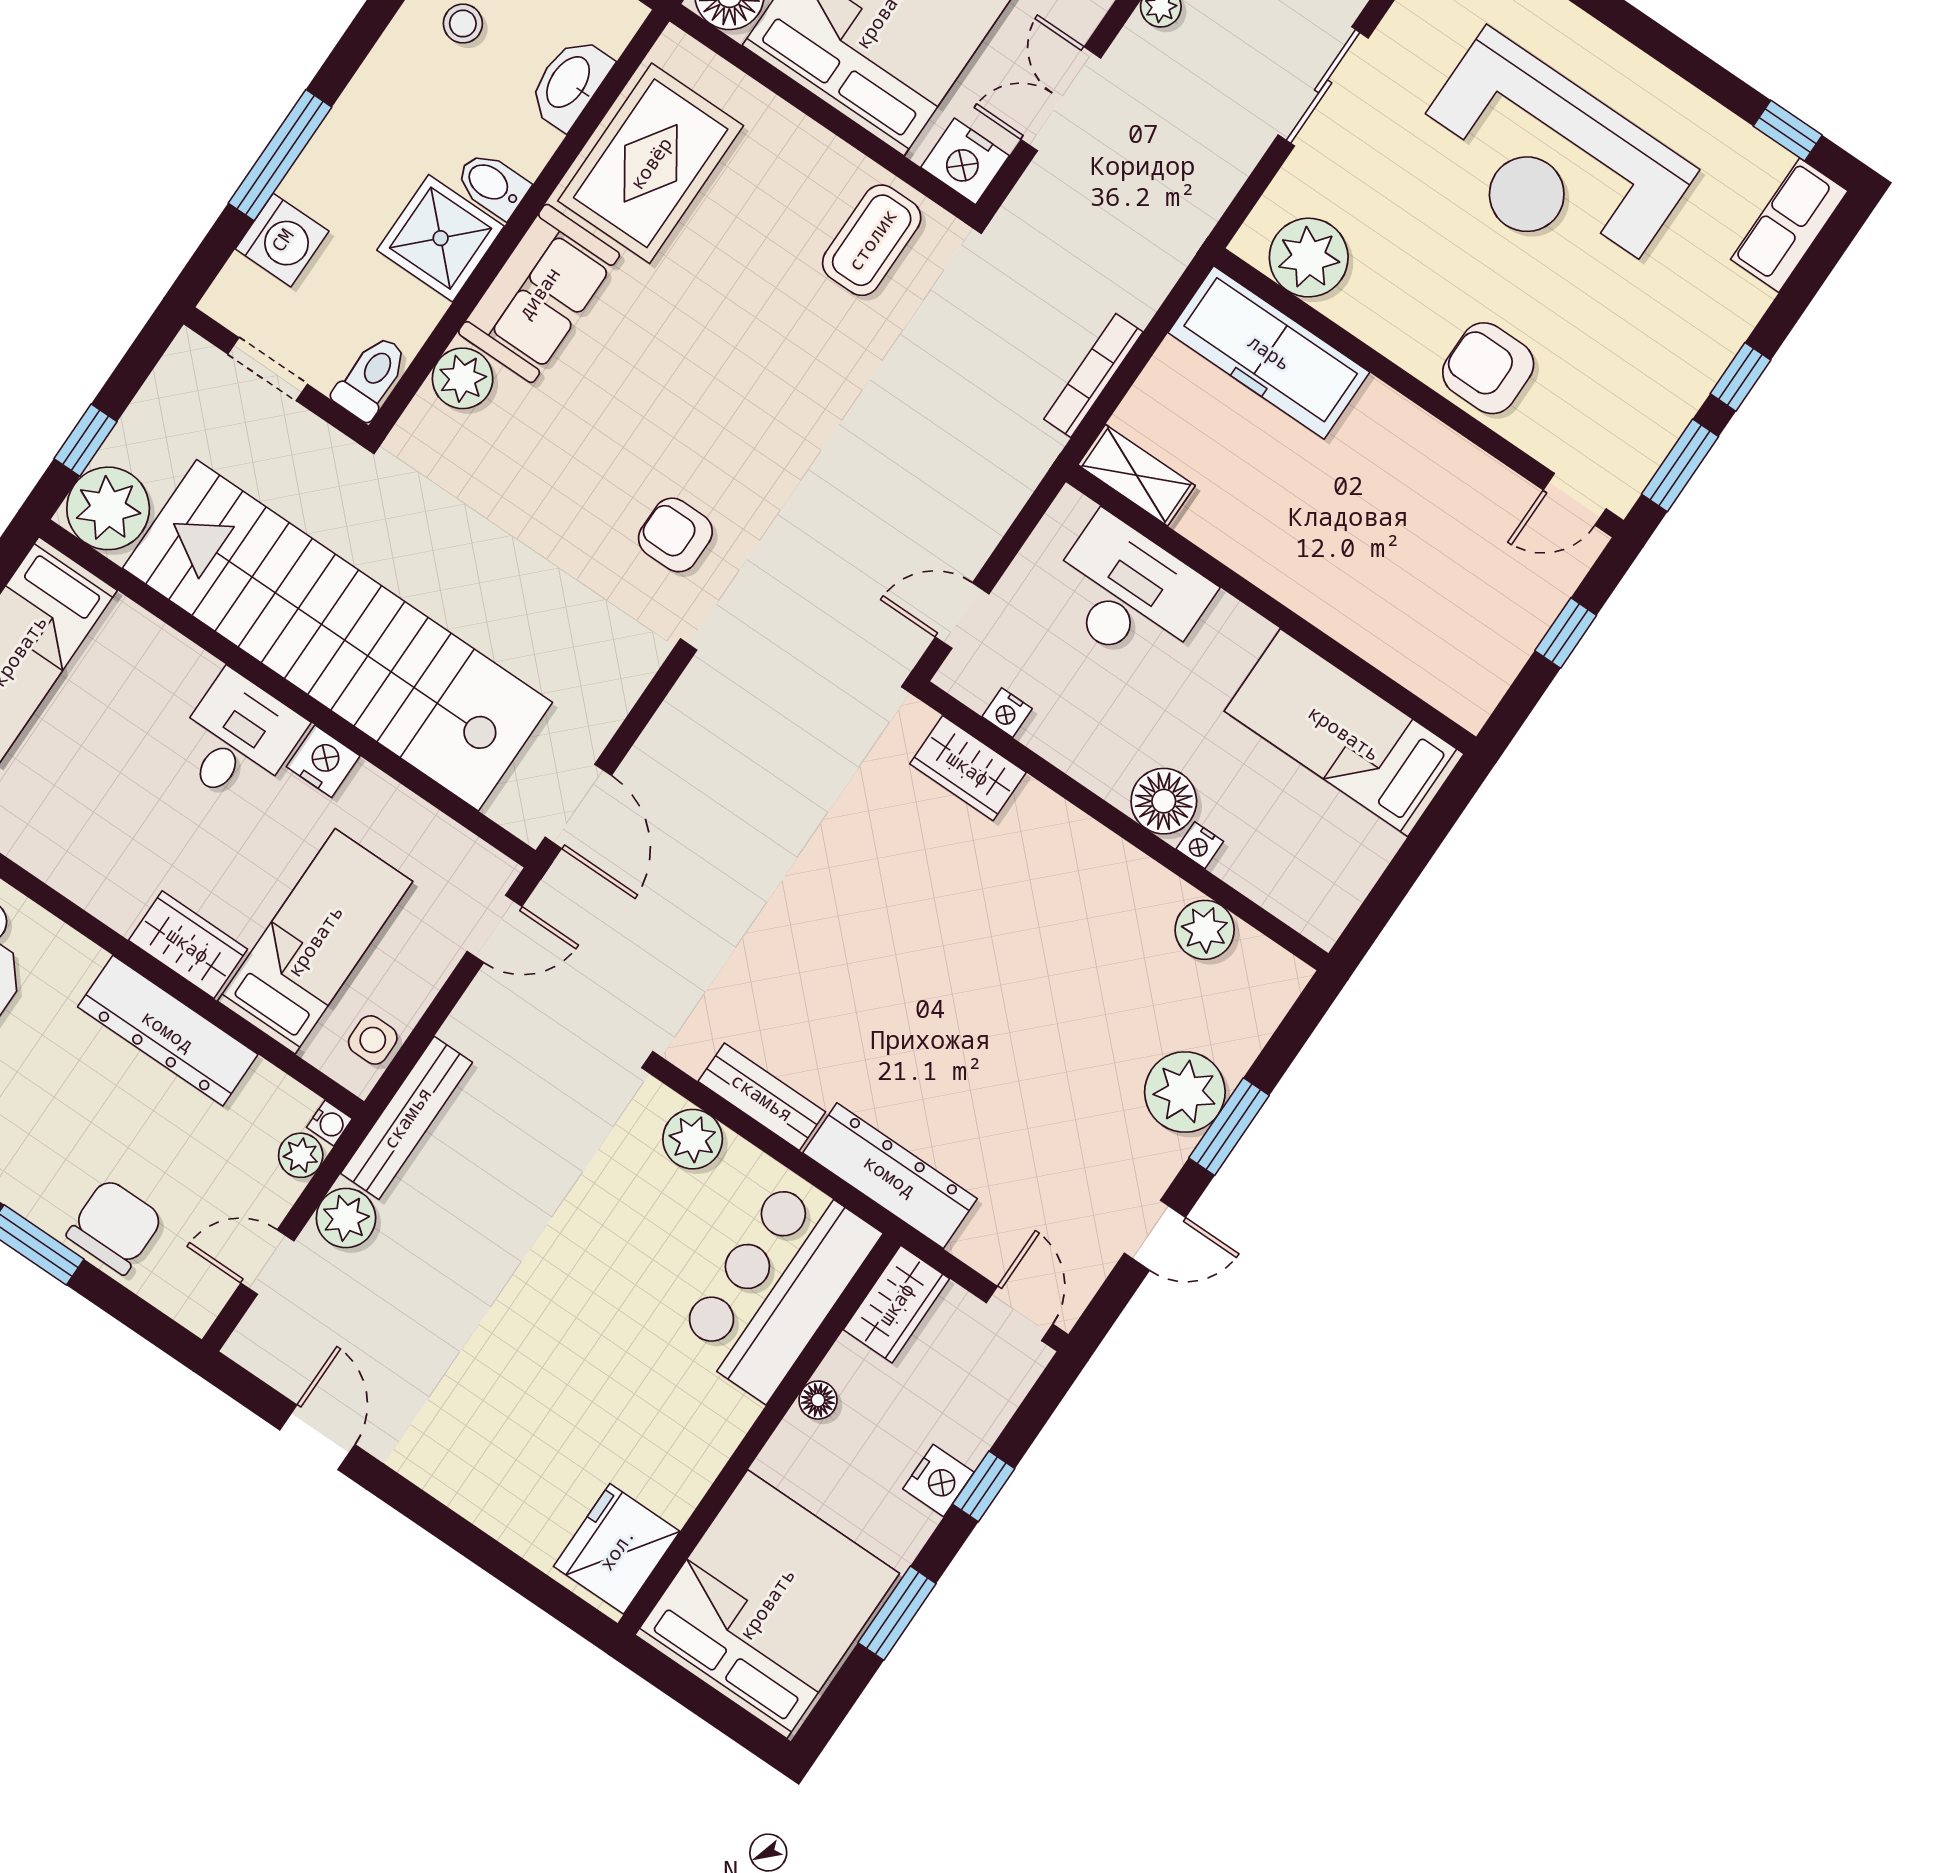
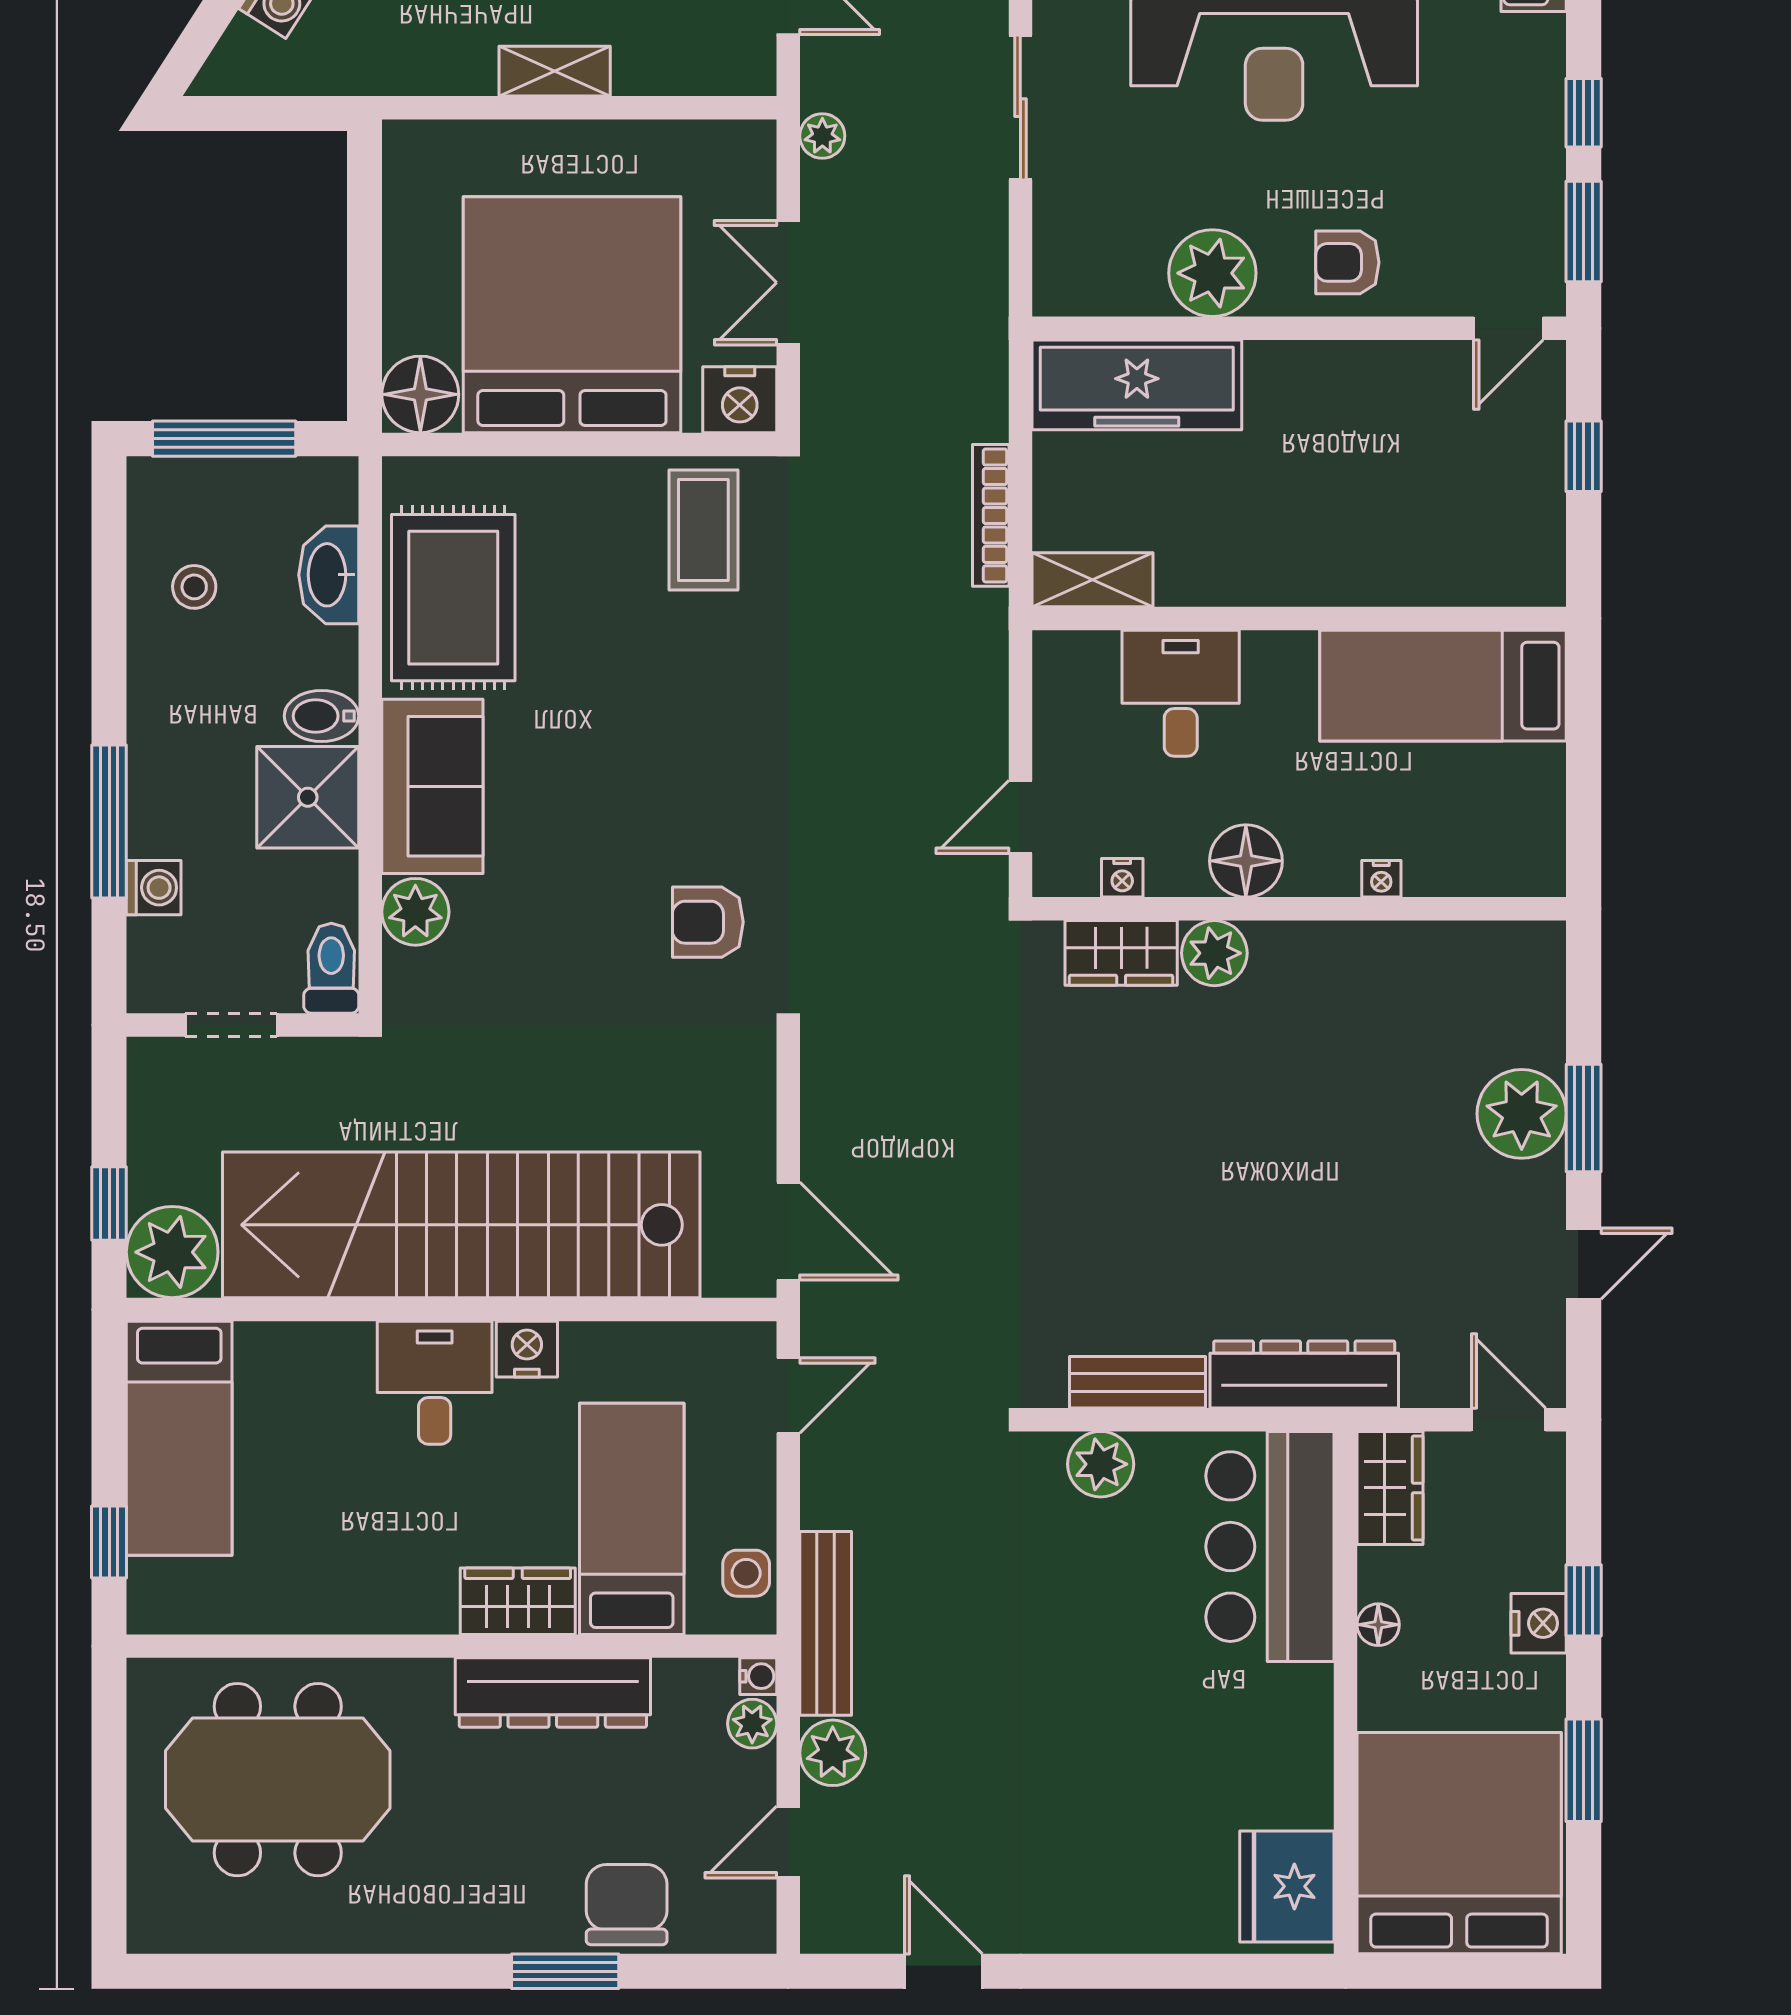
washing machine: (282, 240) -> (154, 888), width x0.73, depth x0.73
plant: (1309, 258) -> (1212, 273), moved
armchair: (1488, 368) -> (1347, 262), width x0.72, depth x0.72
desk: (1128, 594) -> (1181, 693), width x0.73
floor lamp: (1164, 801) -> (1246, 861), moved
plant: (1205, 930) -> (1214, 953), moved

